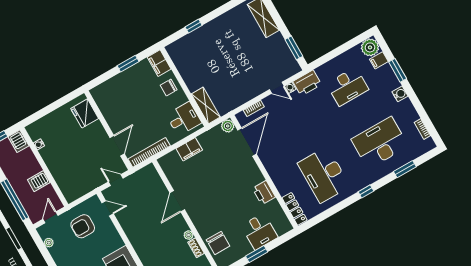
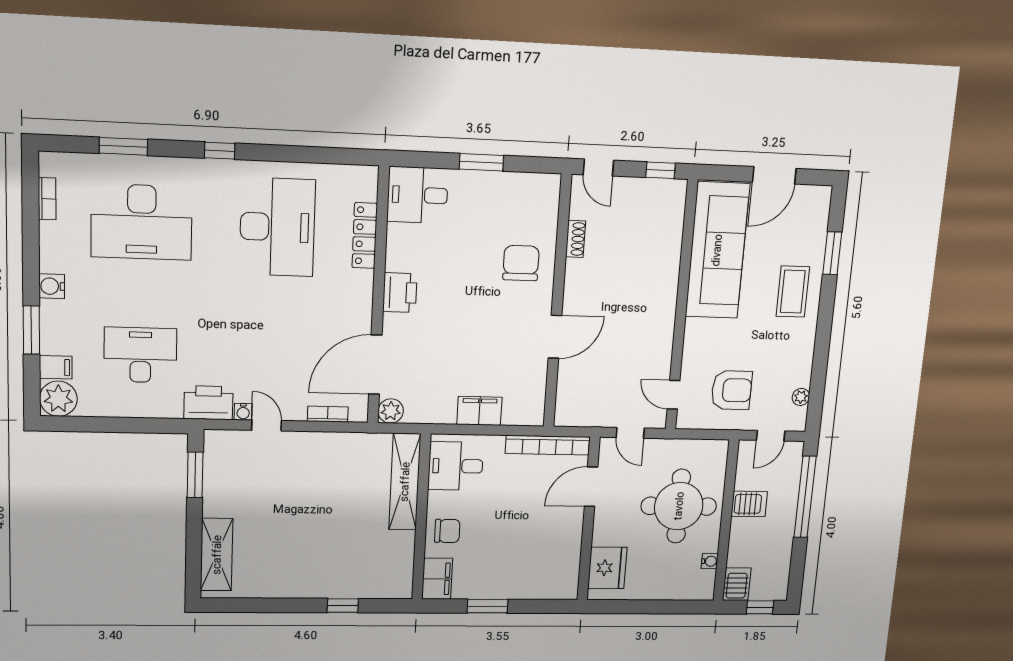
shelving: (206, 106) -> (405, 482), width x1.47
round table: (71, 161) -> (679, 506), added
printer: (264, 193) -> (400, 293), moved
locker: (295, 209) -> (365, 236), moved
desk: (259, 231) -> (418, 195), moved, turned -90
plant: (189, 235) -> (574, 268), removed
chair: (218, 243) -> (521, 263), moved

